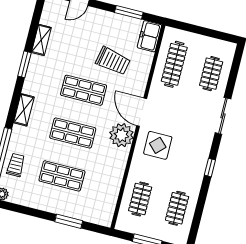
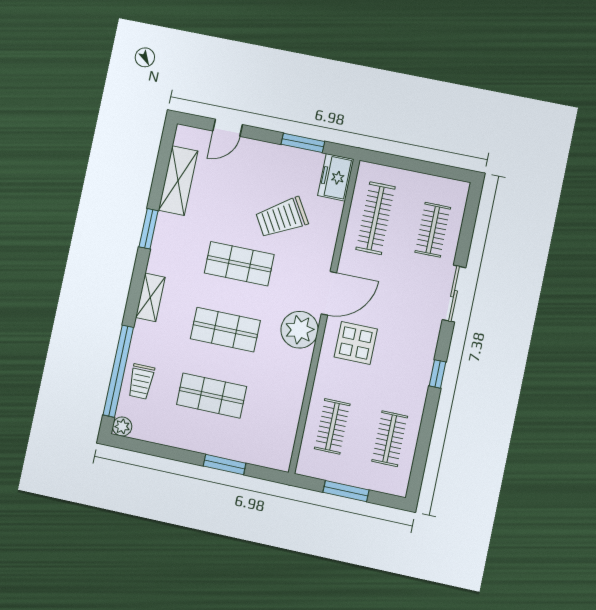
shelving: (41, 40) -> (178, 181), width x1.50, depth x1.33
trolley: (113, 61) -> (282, 217), turned 138
door: (142, 112) -> (329, 293), swing flipped
trolley: (16, 165) -> (141, 382), turned 180

